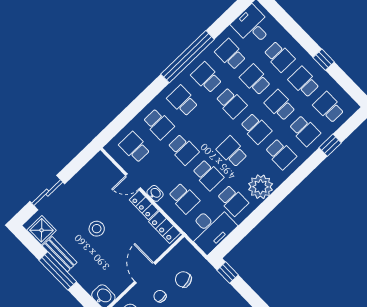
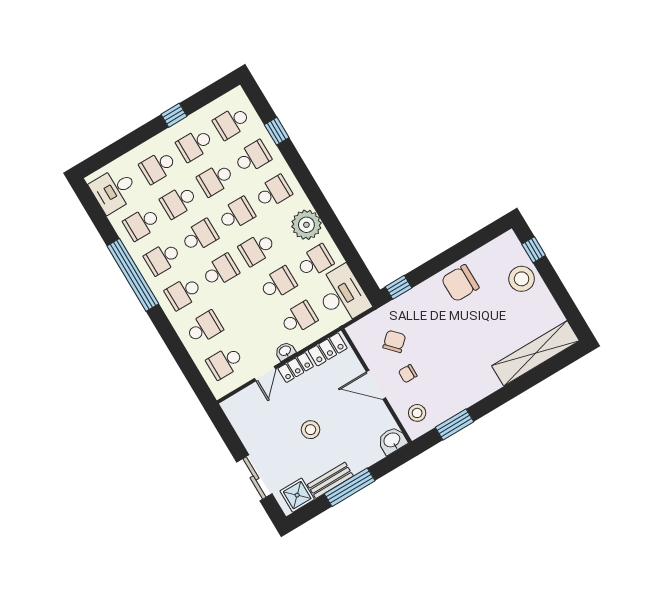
school desk: (279, 56) -> (158, 167), turned 180
school desk: (183, 149) -> (220, 271), moved
chair: (183, 279) -> (394, 341), turned 153

